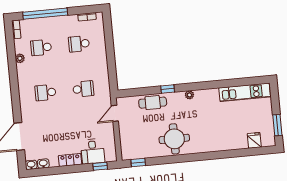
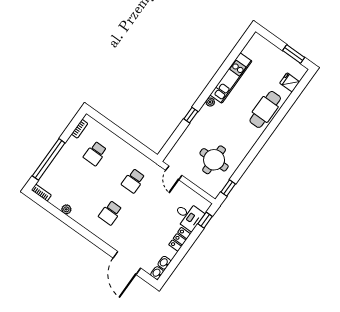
school desk: (41, 47) -> (72, 185), removed
school desk: (83, 89) -> (133, 181), turned 180
kitchen unit: (245, 92) -> (231, 78), moved
cafe table: (153, 103) -> (265, 109), moved, width x1.37, depth x1.35
round table: (174, 139) -> (214, 160), moved

